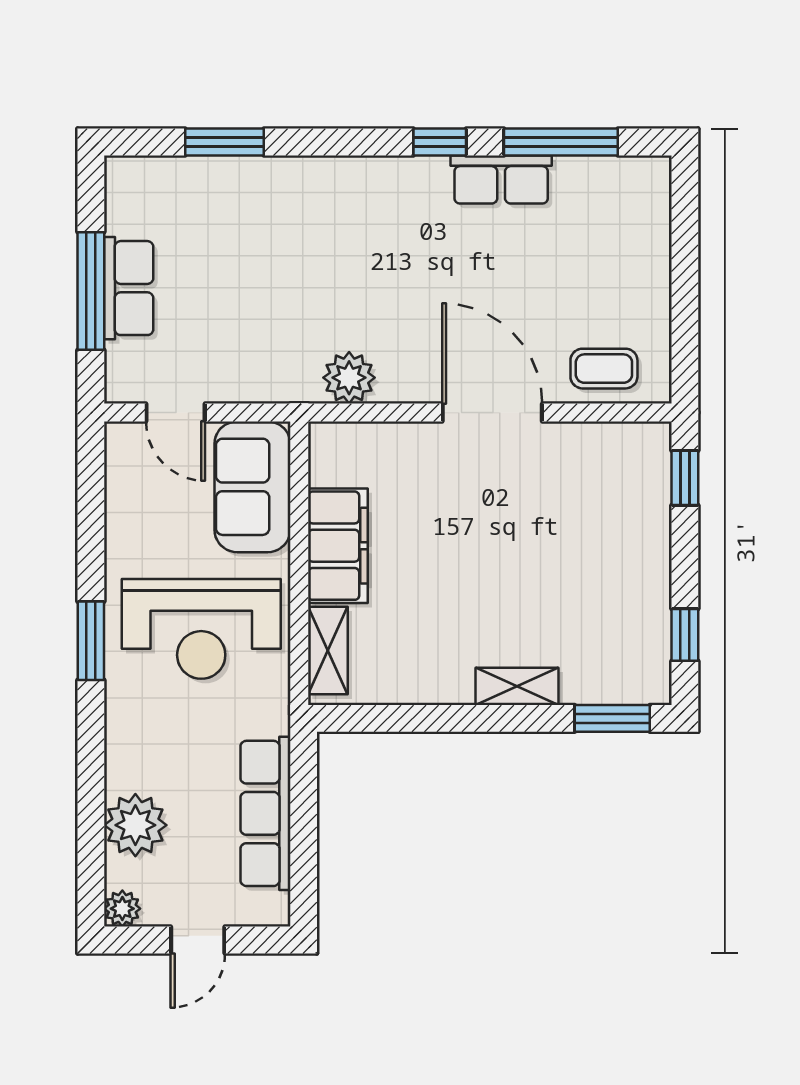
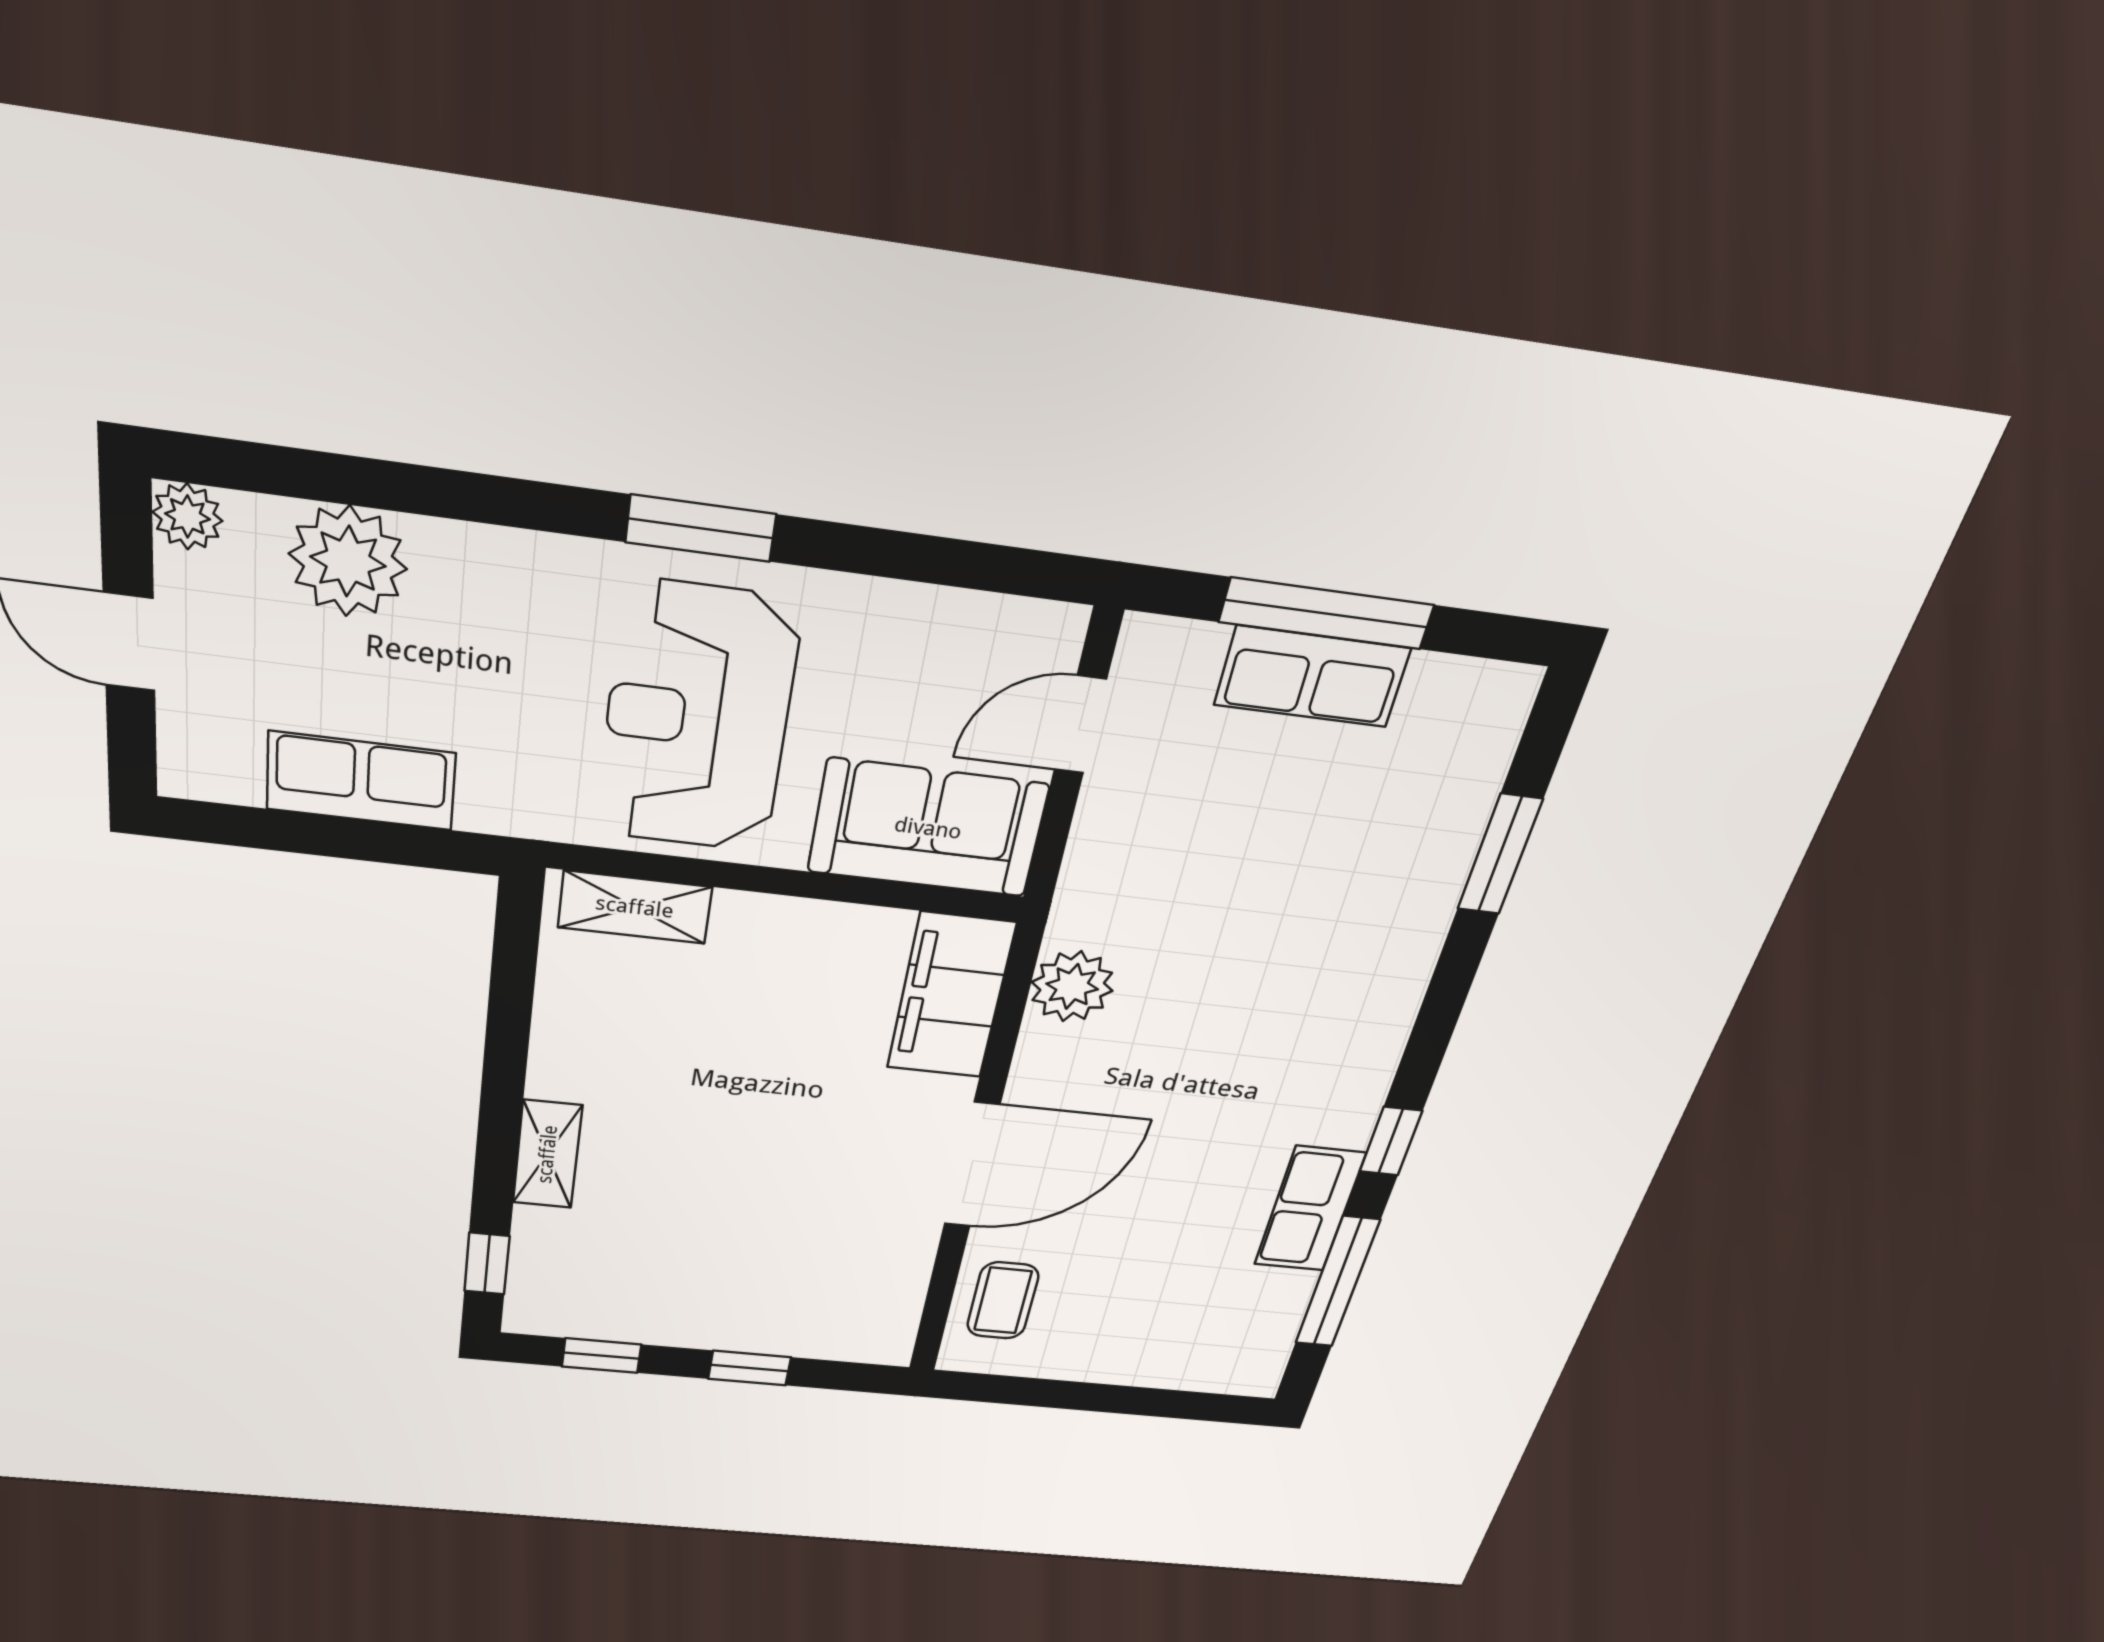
window: (685, 478) -> (750, 1368), moved
filing cabinet: (338, 546) -> (951, 996), moved, turned 90
window: (612, 718) -> (487, 1264), width x0.67
row of seats: (265, 813) -> (361, 781), width x0.68

